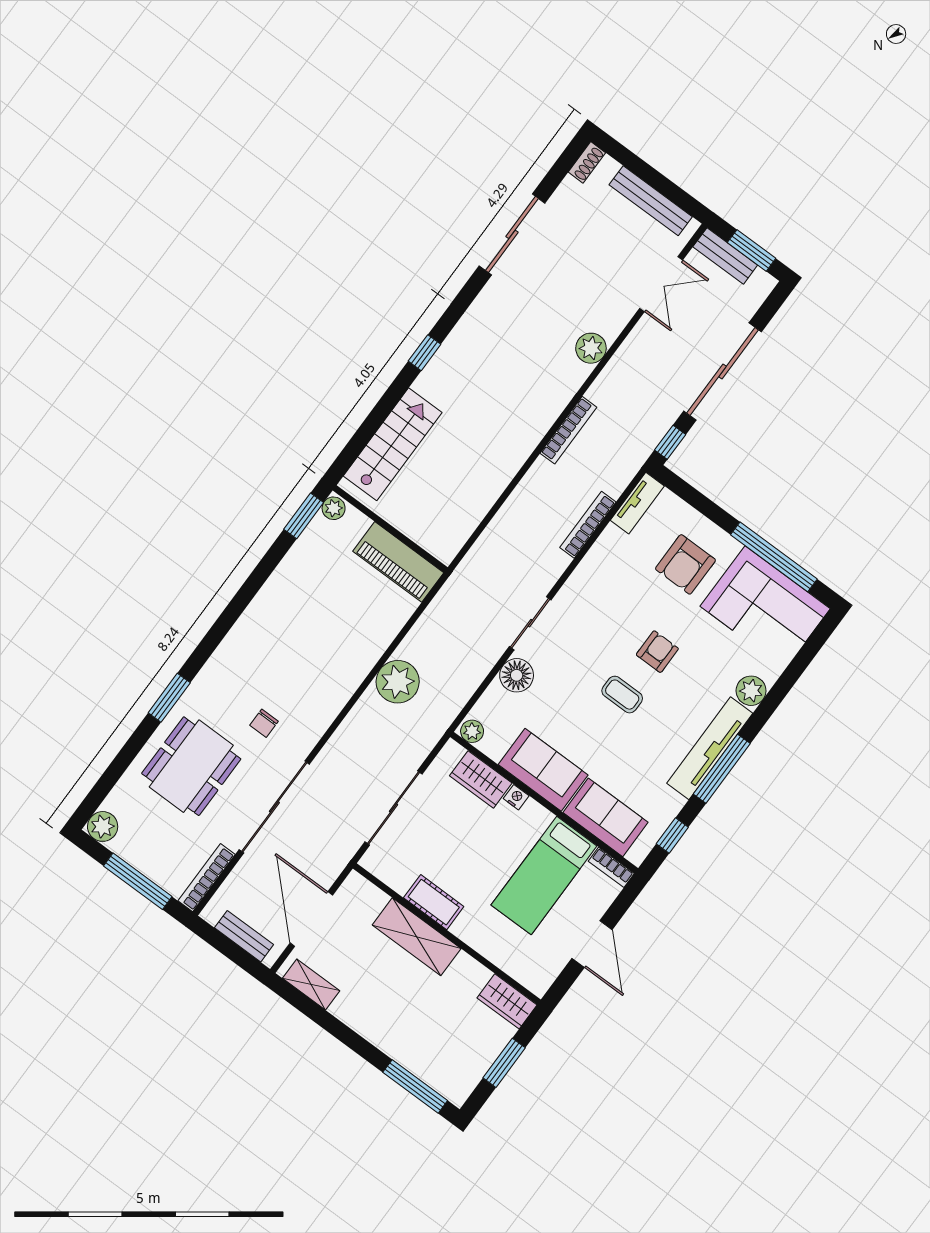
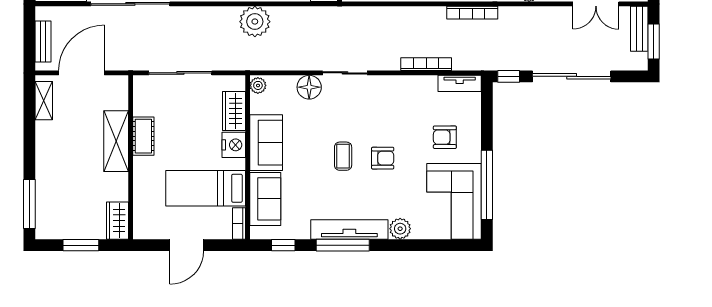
armchair: (685, 564) -> (445, 137), width x0.72, depth x0.72
nightstand: (516, 797) -> (234, 145), width x1.89, depth x1.79

